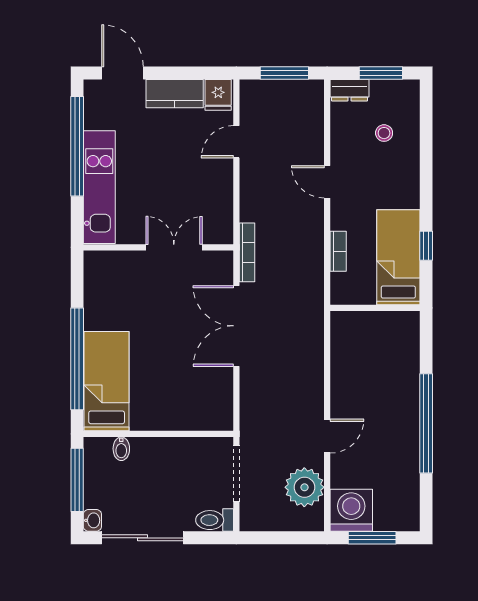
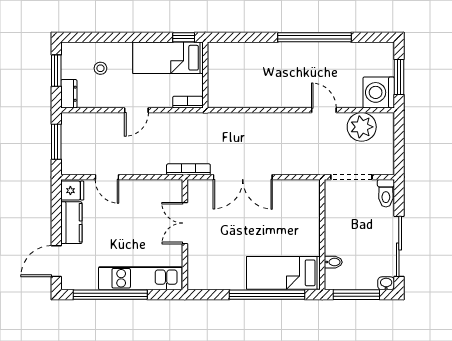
bed: (398, 257) -> (168, 58), moved
wall: (375, 308) -> (205, 75), moved

